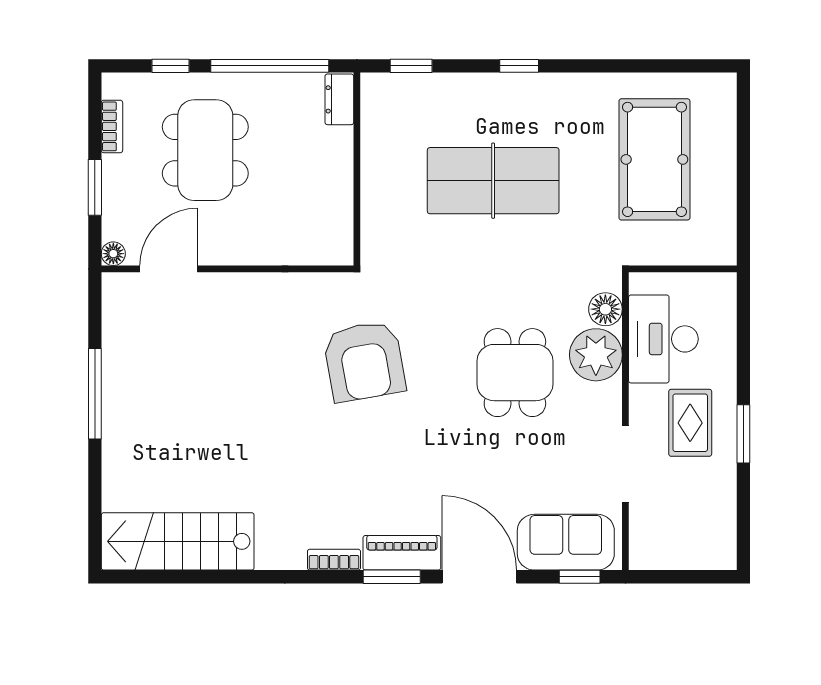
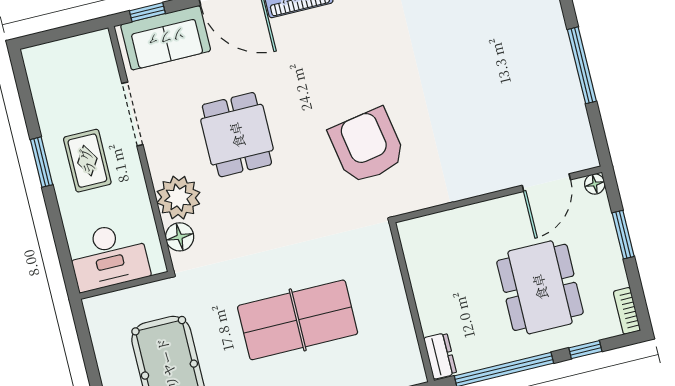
bookcase: (112, 126) -> (627, 311), moved
desk: (663, 339) -> (109, 256), moved, turned 90
dining table: (515, 373) -> (237, 135), moved

